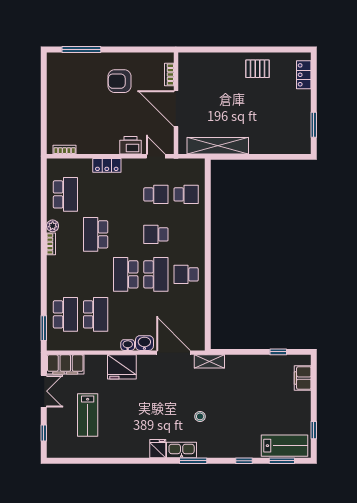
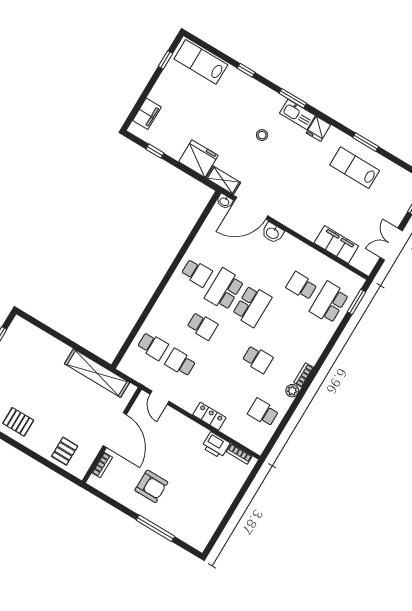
window: (81, 49) -> (155, 528), moved
pallet: (206, 68) -> (65, 451), added
printer: (131, 145) -> (216, 445), moved
school desk: (65, 194) -> (263, 412), width x0.54
school desk: (186, 194) -> (153, 346), turned 180
school desk: (96, 234) -> (258, 359), width x0.54
school desk: (96, 314) -> (302, 286), width x0.54
washbasin: (128, 345) -> (225, 201), moved
door: (174, 353) -> (251, 208), hinge flipped
filing cabinet: (65, 364) -> (336, 244), moved
fridge: (122, 367) -> (198, 159), moved
lab bench: (88, 415) -> (355, 168), moved, turned -90
window: (282, 461) -> (366, 142), moved

